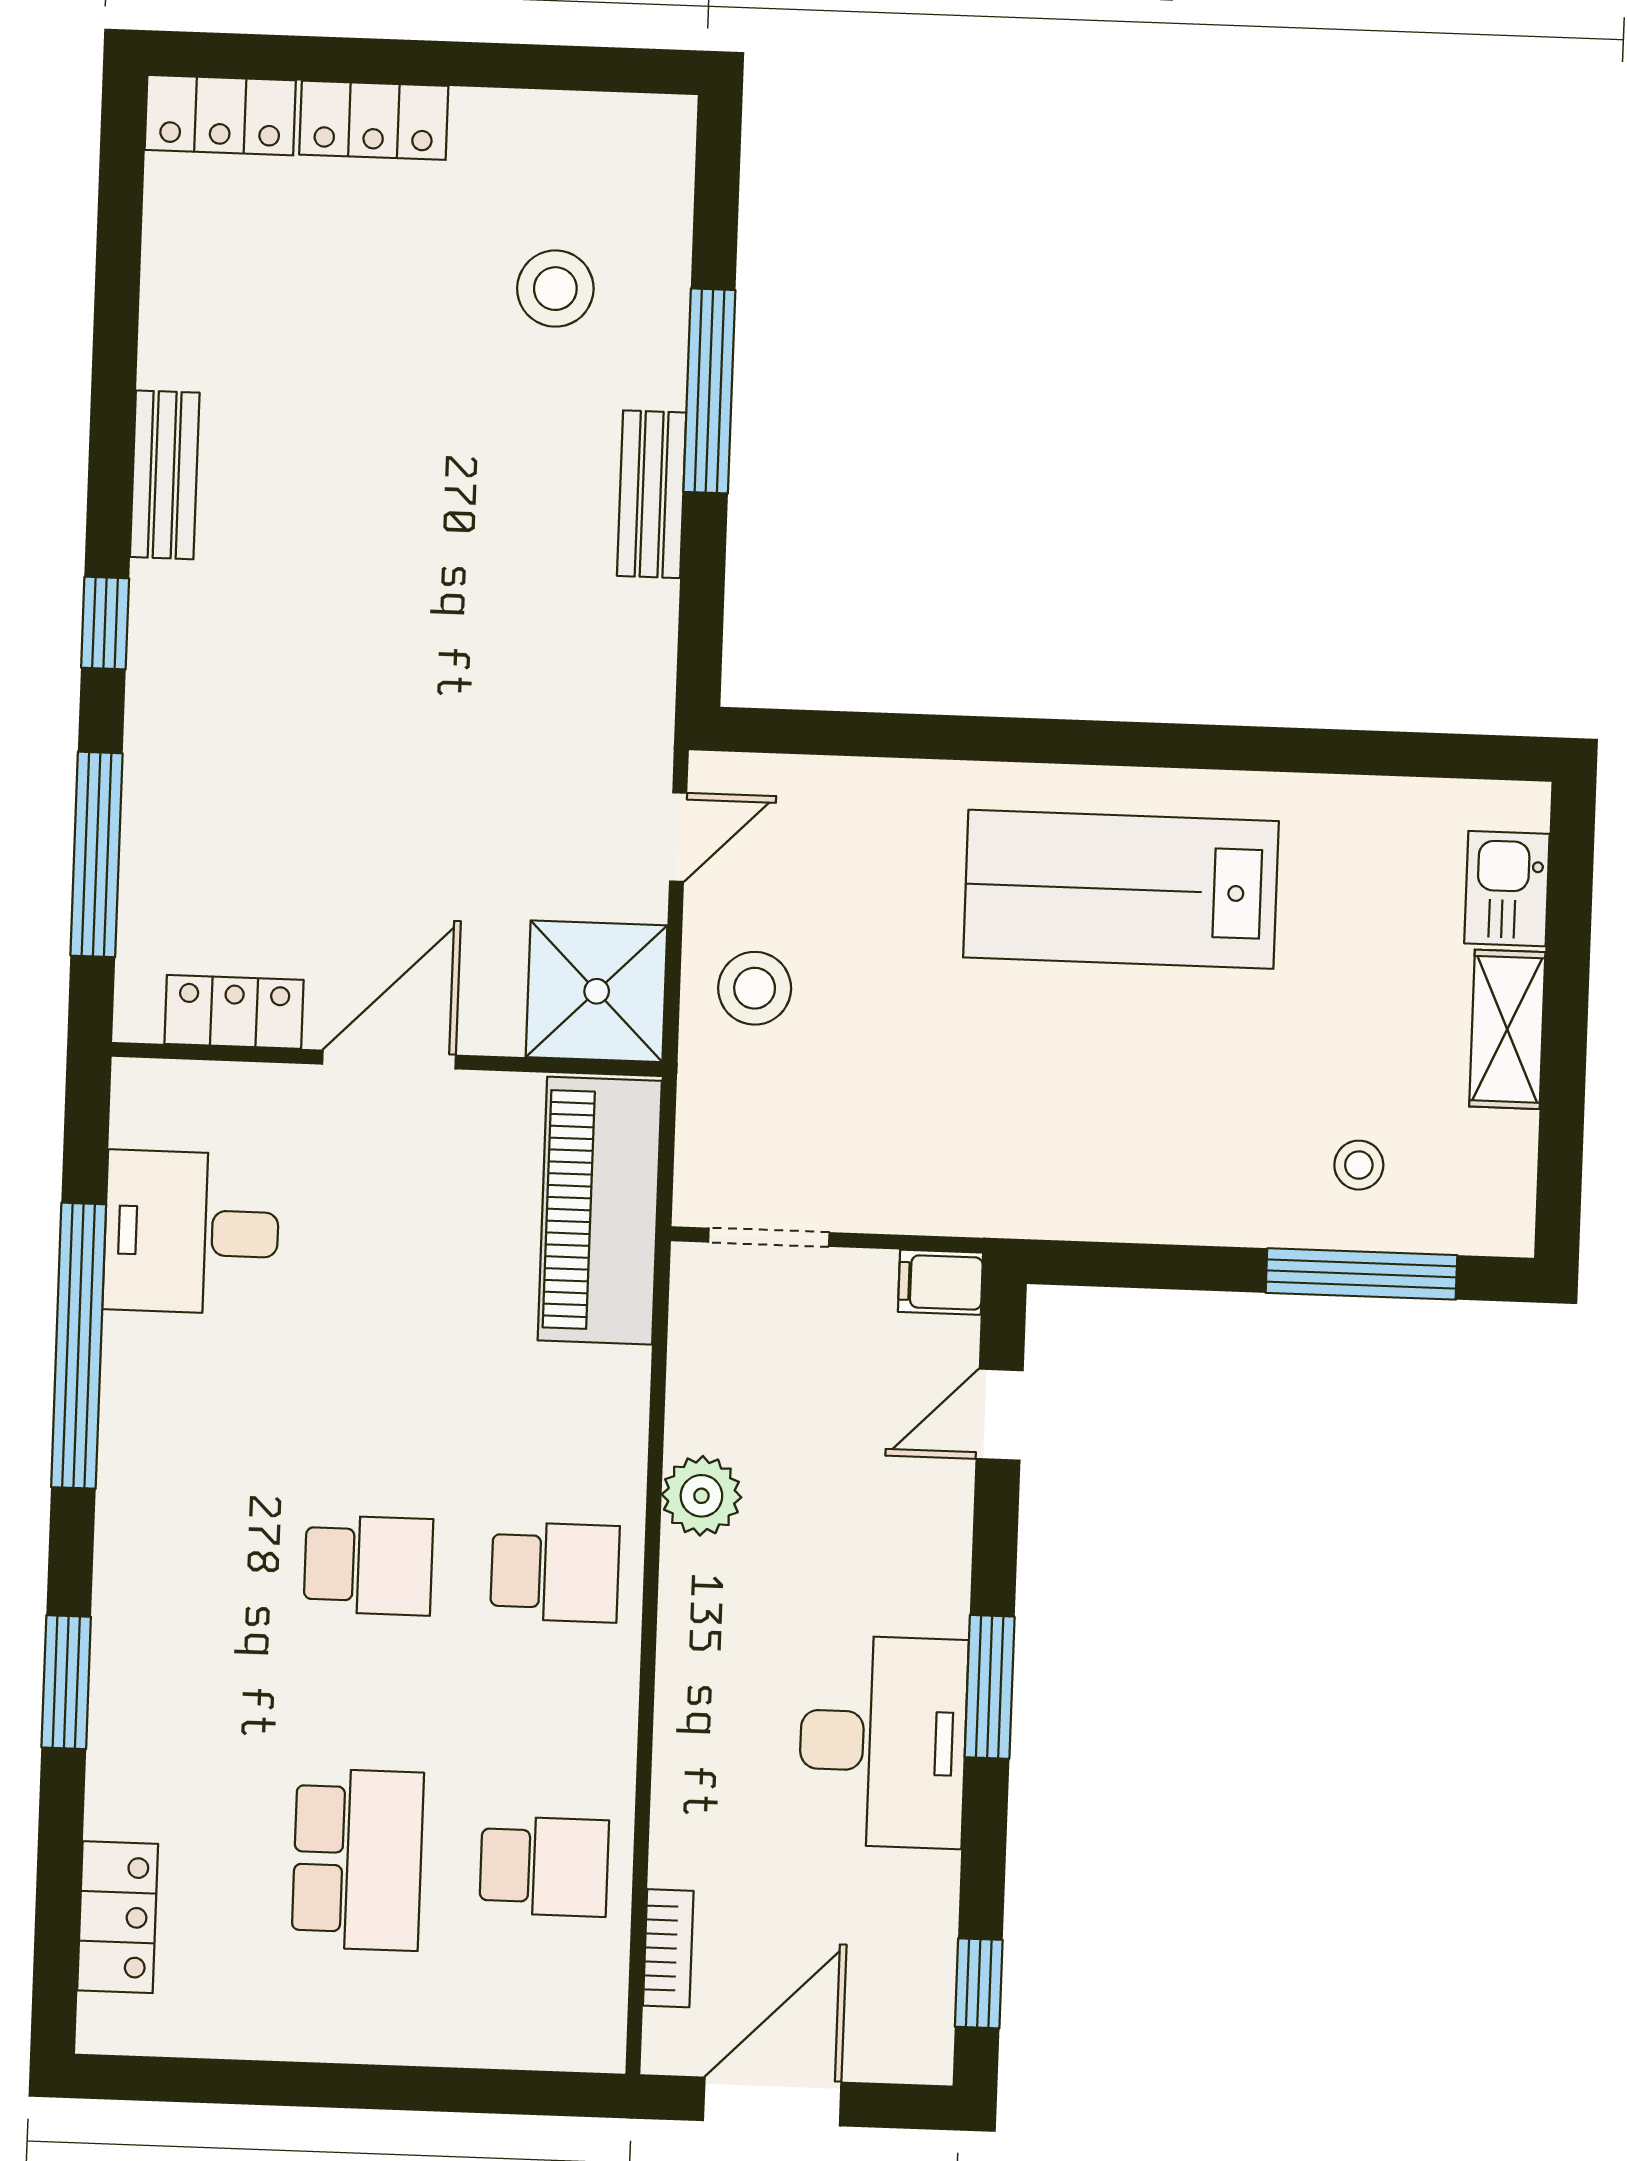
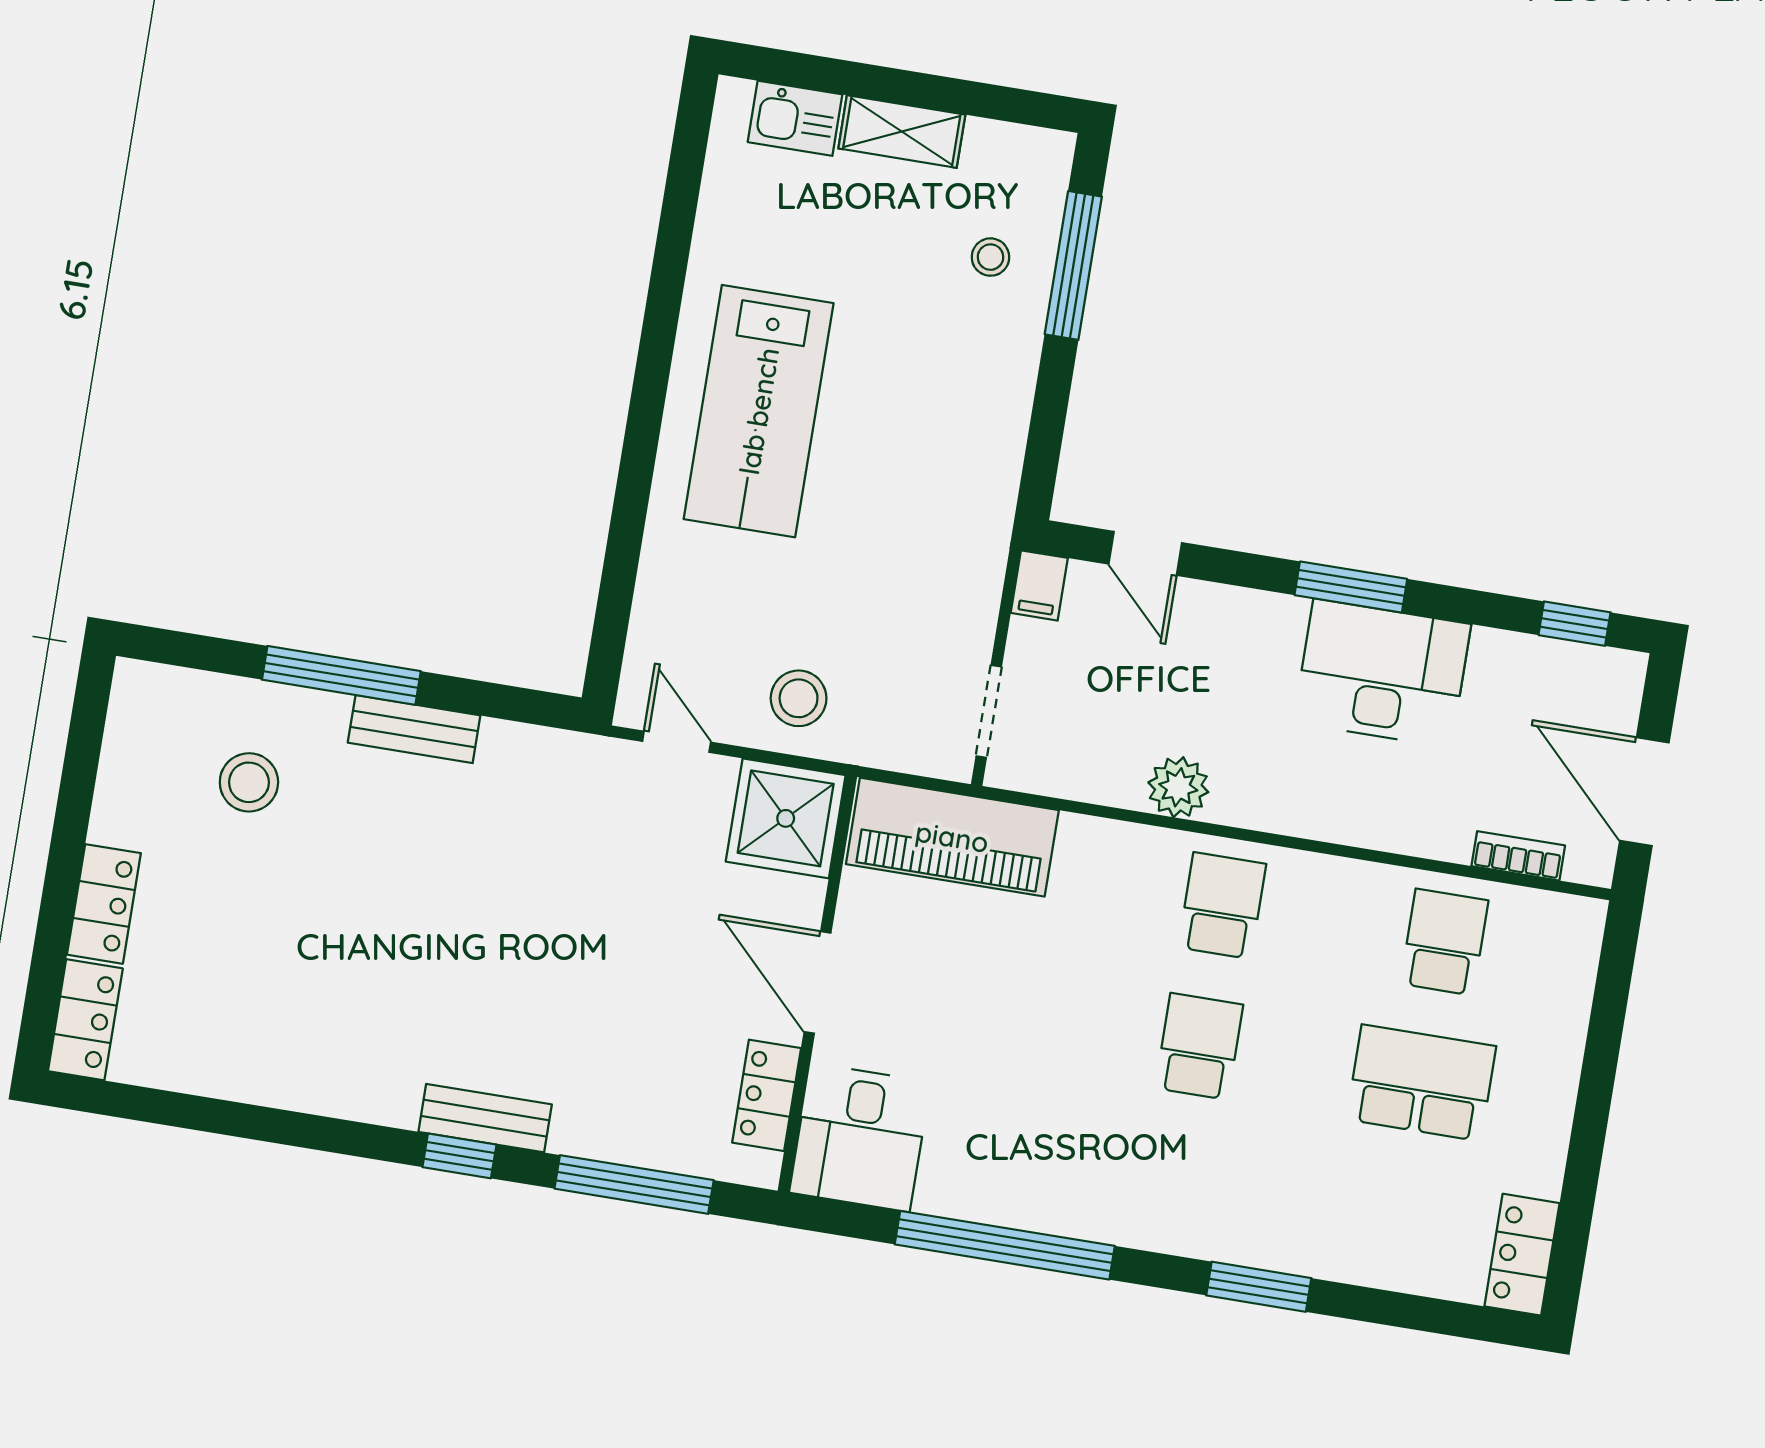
bench: (165, 475) -> (485, 1118), moved
desk: (191, 1232) -> (860, 1137), moved
locker: (118, 1917) -> (1522, 1255), moved, turned -90

